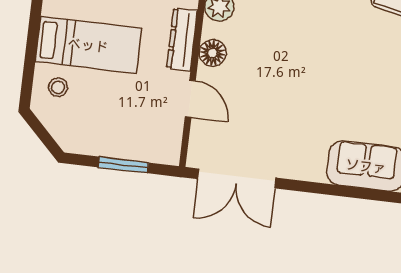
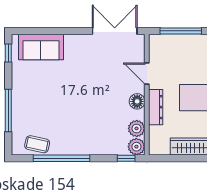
window: (123, 165) -> (181, 31), width x1.44

